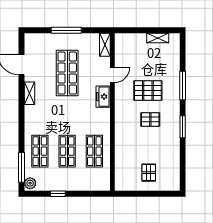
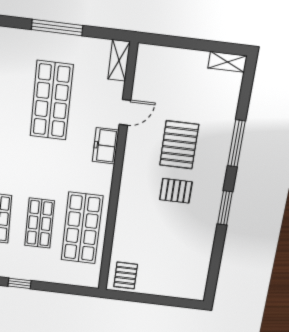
shelving: (158, 38) -> (228, 62), moved
pallet: (148, 91) -> (179, 145), turned 90
shop shelf: (94, 151) -> (82, 228), width x1.43, depth x1.36
pallet: (149, 173) -> (126, 275), moved

